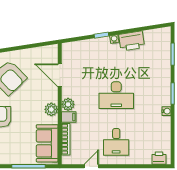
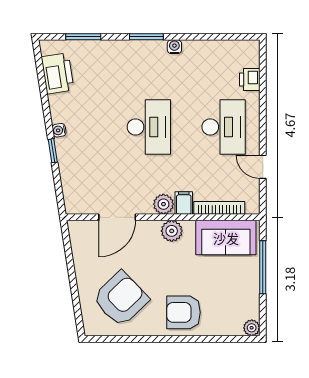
printer: (132, 41) -> (58, 73), moved
desk: (116, 142) -> (224, 127), width x1.37
printer: (159, 158) -> (250, 80), moved

